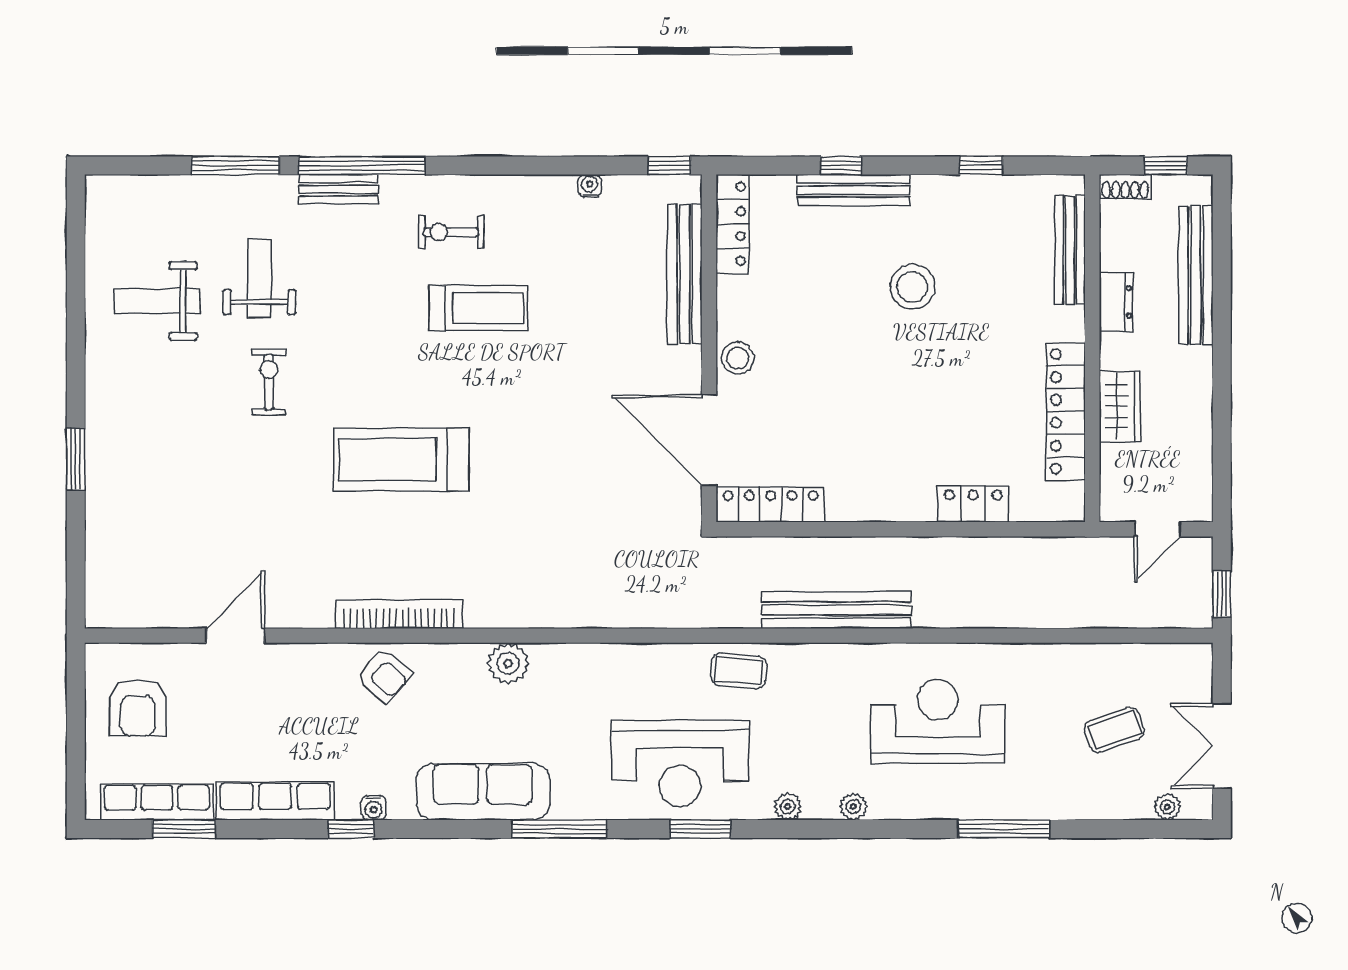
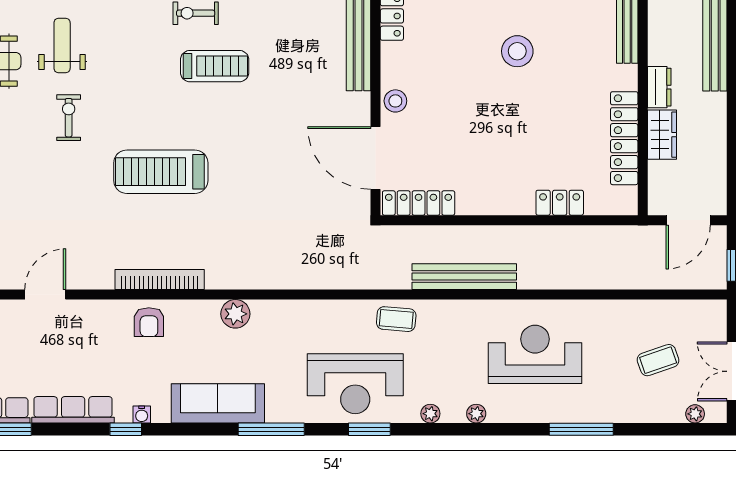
dresser: (1116, 302) -> (659, 87), moved
door: (1157, 529) -> (688, 220), width x1.38
armchair: (384, 675) -> (149, 322), turned 49

